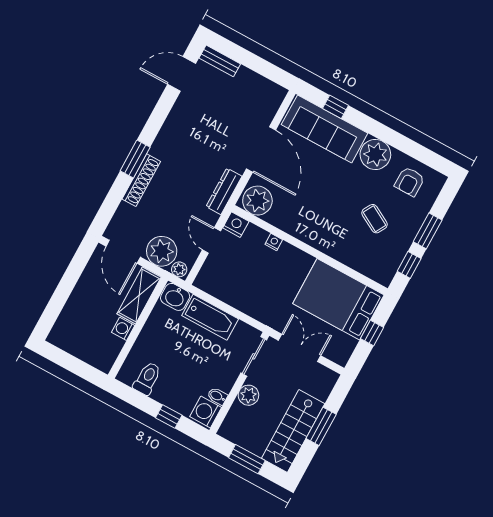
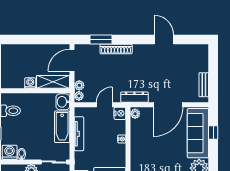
bench: (220, 61) -> (204, 85), moved
door: (182, 74) -> (164, 39), moved
window: (135, 159) -> (101, 39), moved
plant: (257, 201) -> (135, 114), width x0.53, depth x0.53
plant: (162, 251) -> (79, 85), width x0.53, depth x0.53
tv unit: (233, 299) -> (79, 134), added

